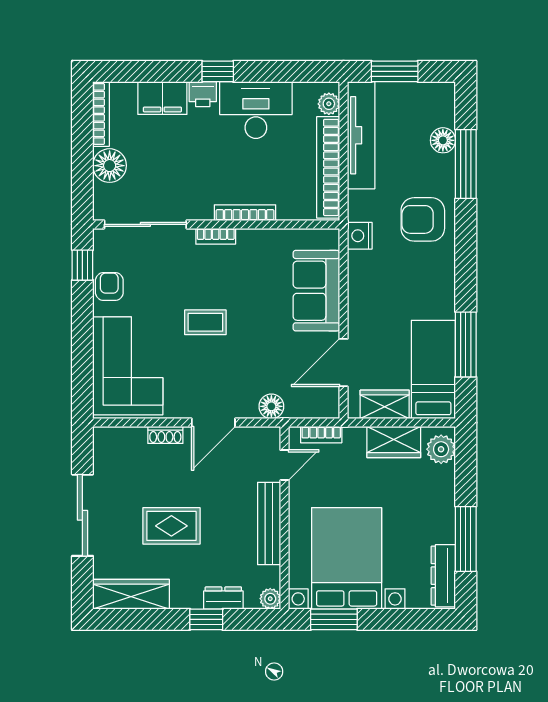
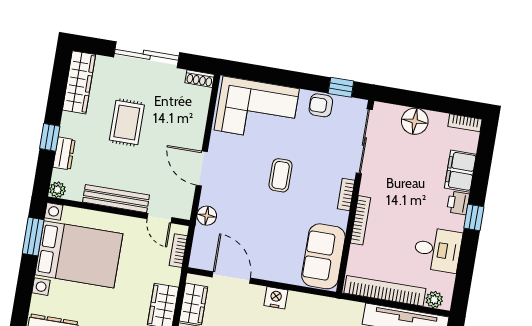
desk: (256, 110) -> (438, 250), width x0.73
bookcase: (101, 114) -> (465, 123), width x0.64
nightstand: (360, 236) -> (276, 298), moved
armchair: (109, 287) -> (321, 105), turned 180
sofa: (316, 291) -> (323, 256), moved, turned -90
shoe rack: (165, 435) -> (200, 79), moved, turned -90

